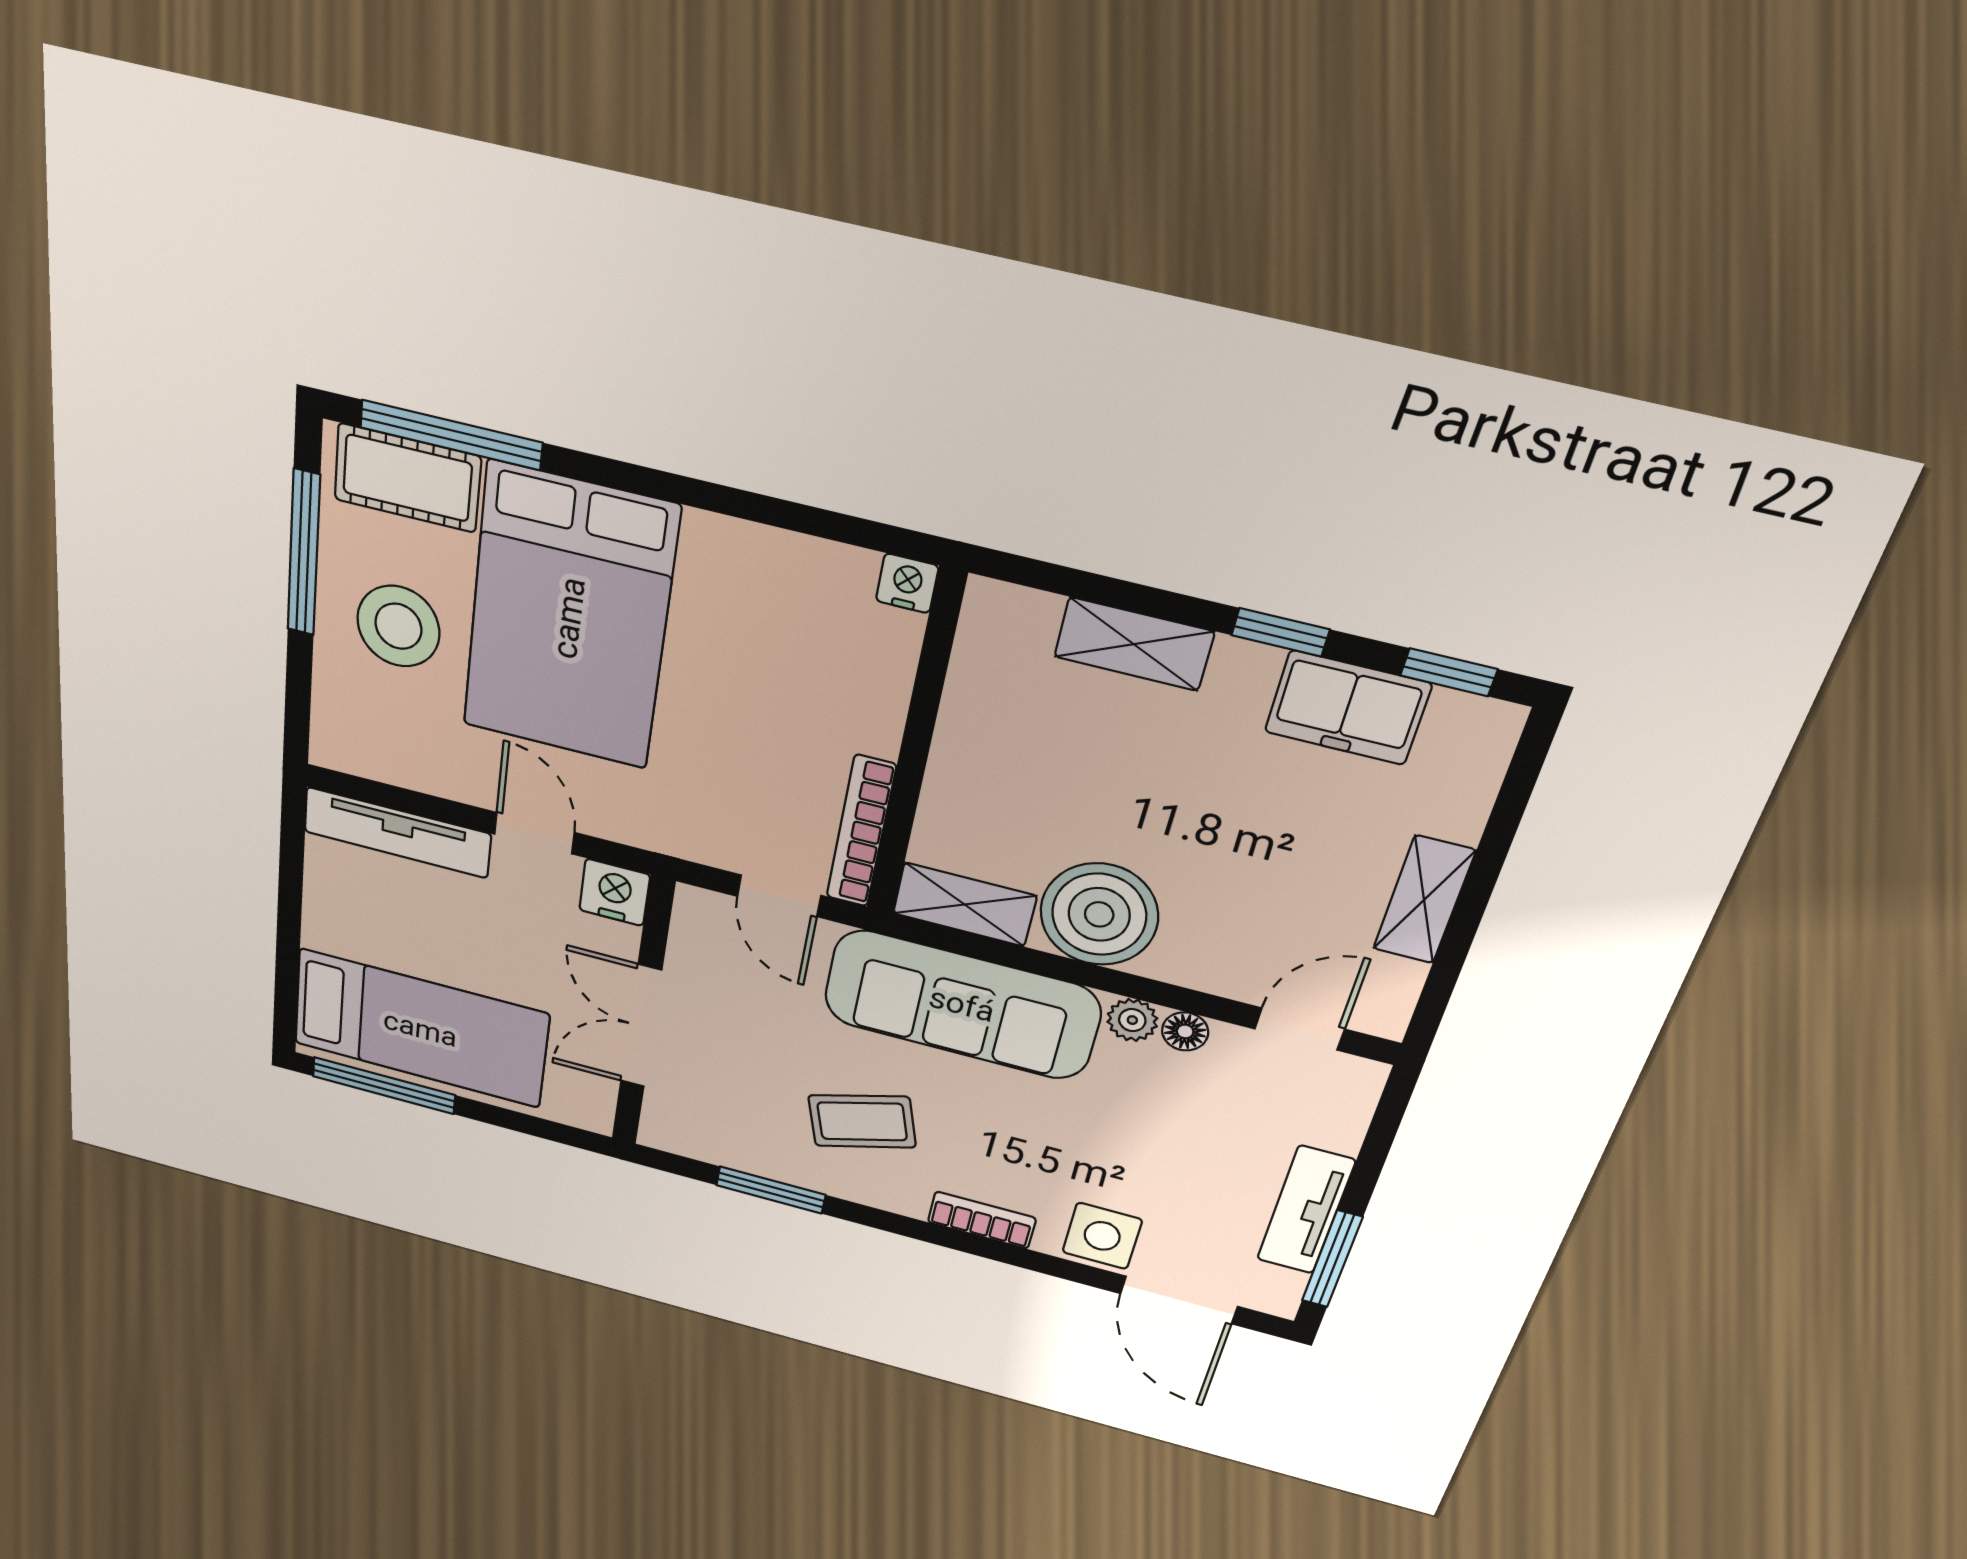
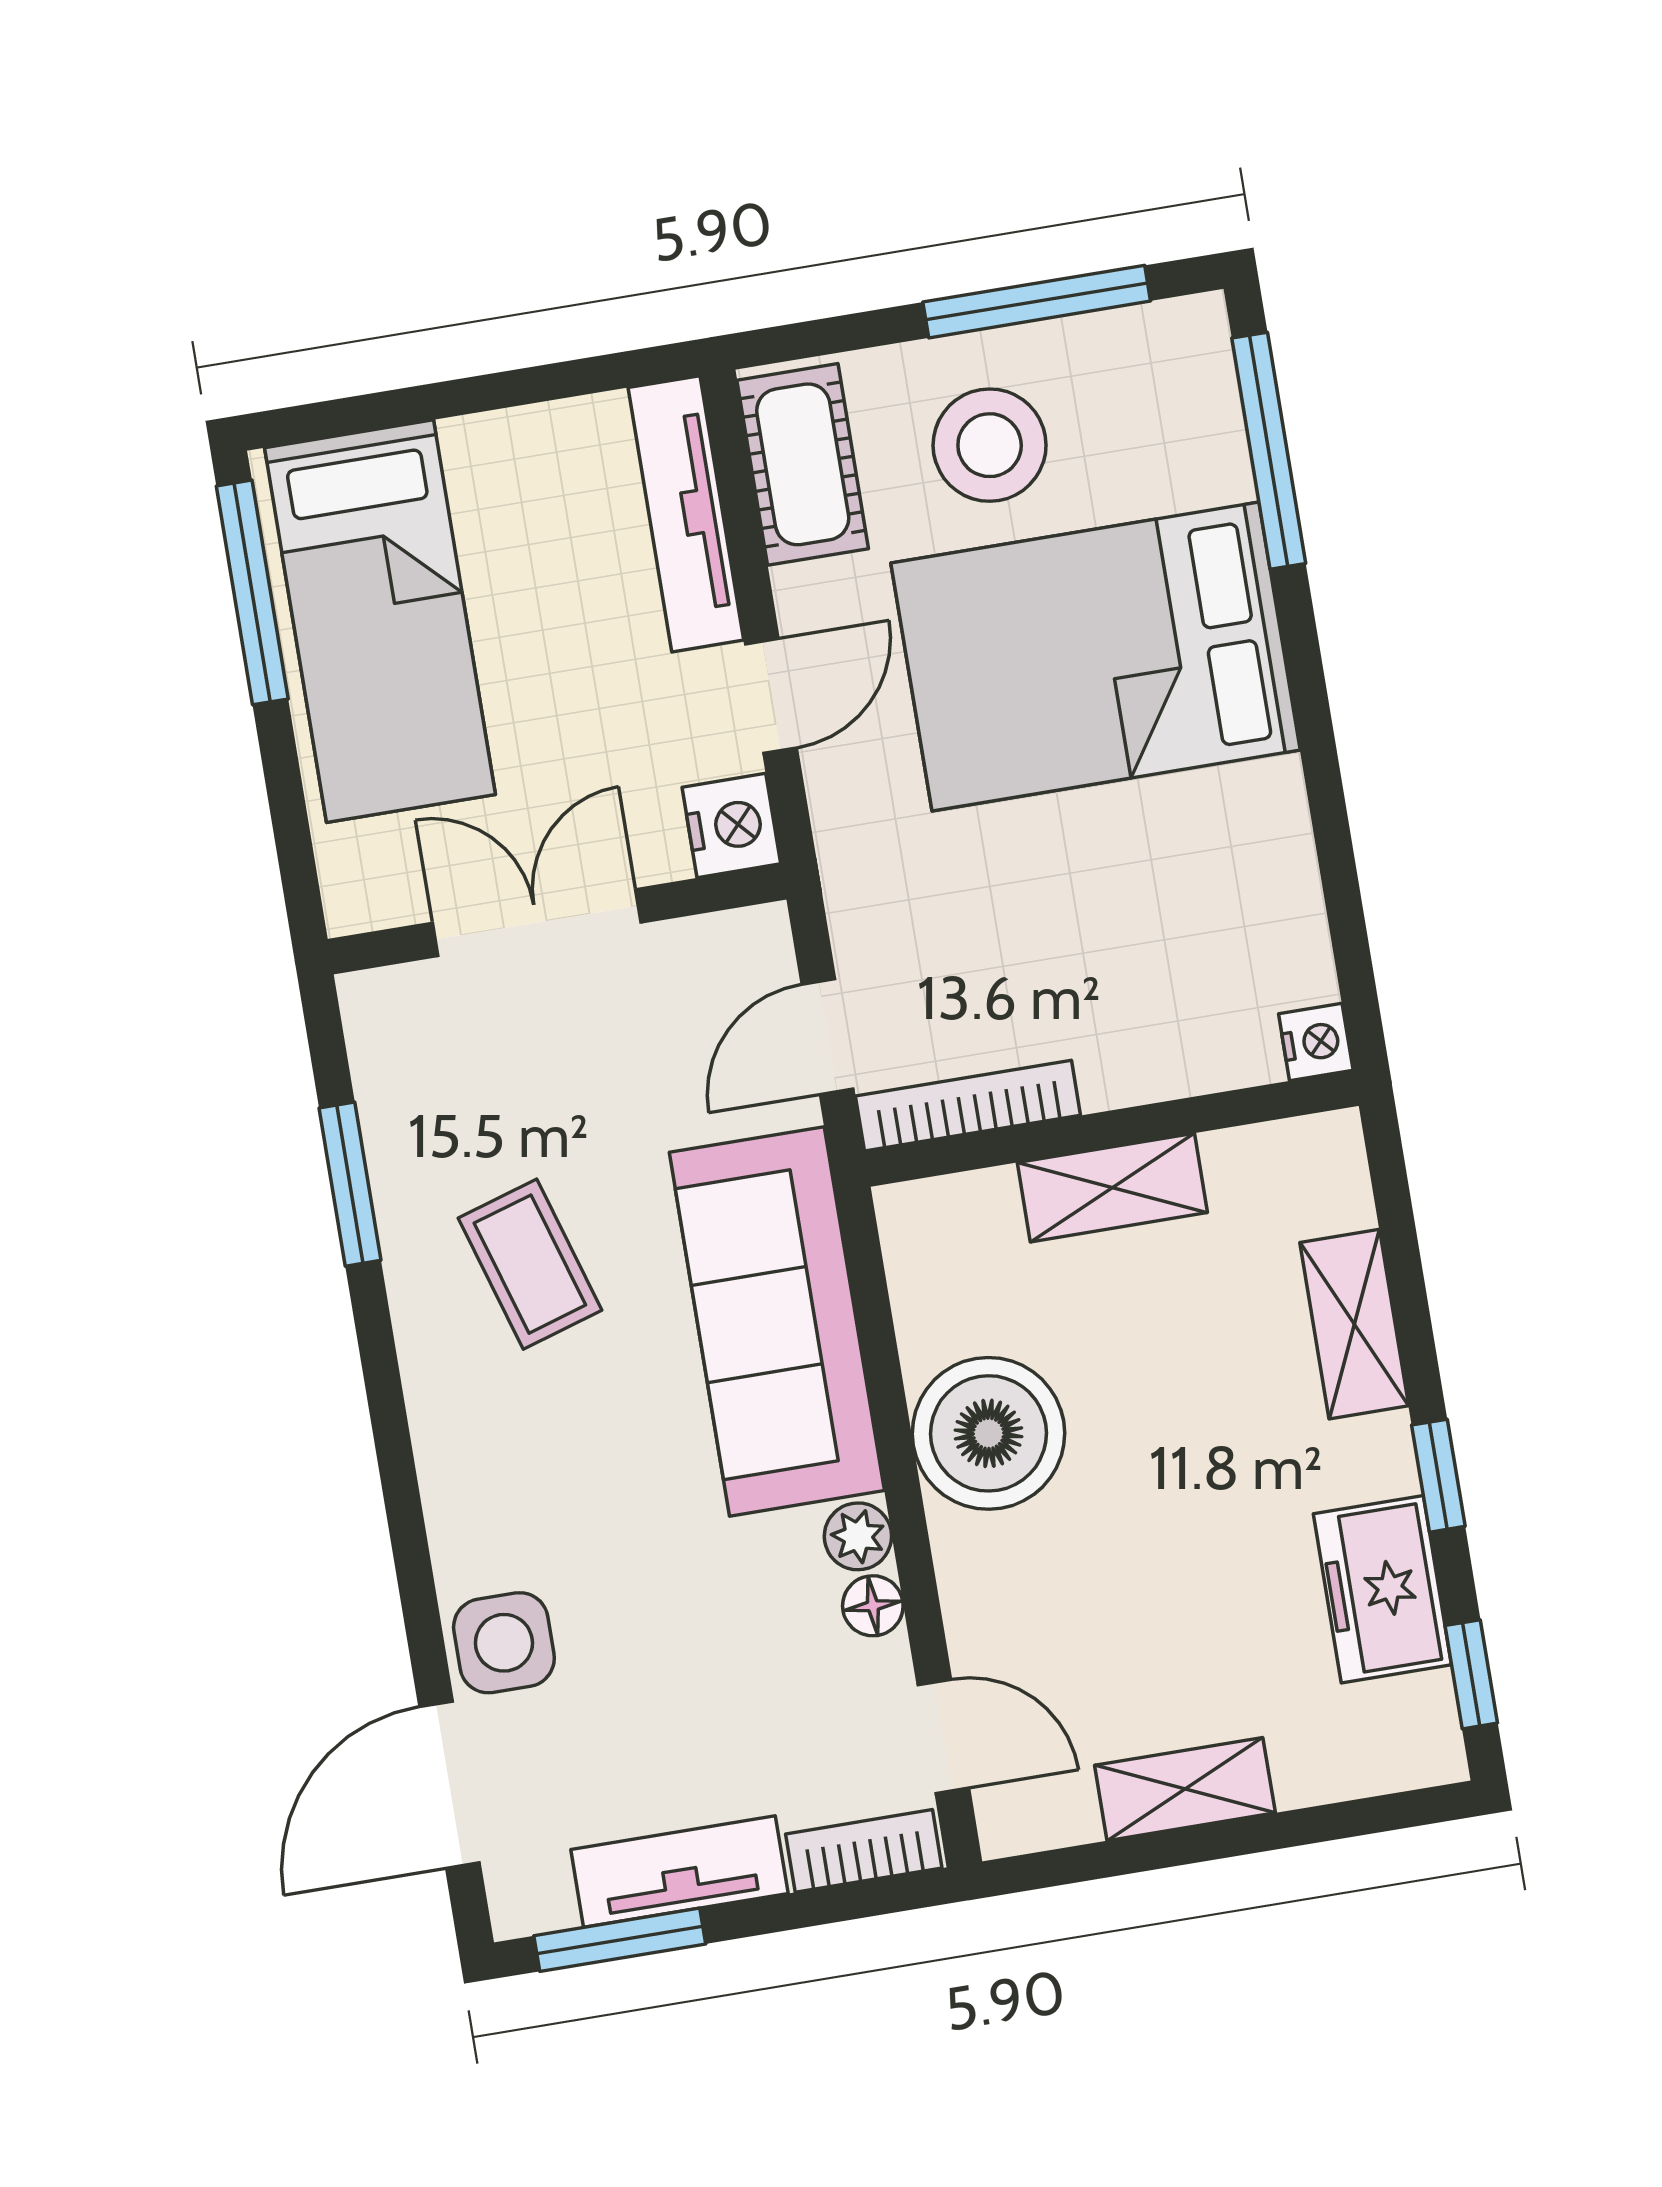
cot: (407, 478) -> (803, 464), moved
shelving: (965, 905) -> (1112, 1188), moved, turned 90
bookcase: (982, 1220) -> (864, 1851), moved, turned -90

